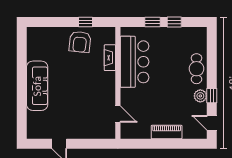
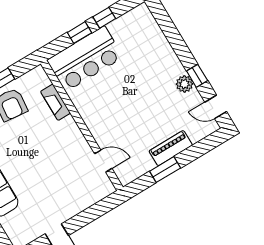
bar counter: (135, 62) -> (85, 59), moved, turned 90
cafe table: (197, 69) -> (161, 56), removed
window: (155, 144) -> (165, 170), added

